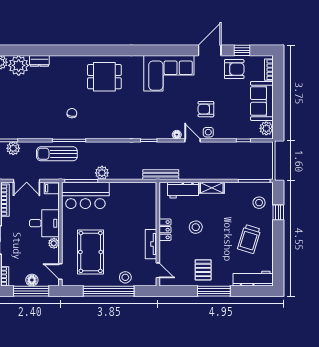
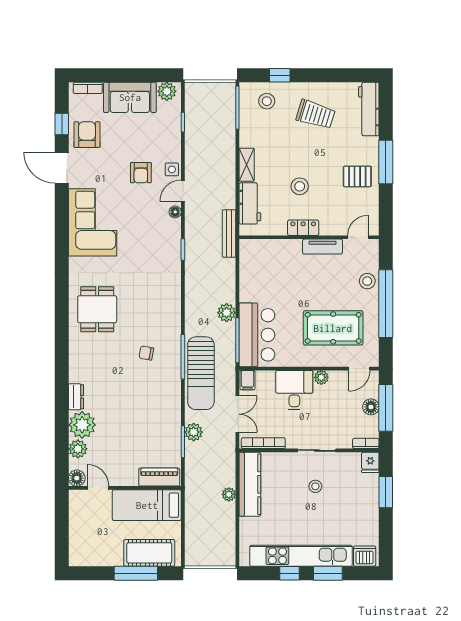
sun lounger: (57, 154) -> (201, 373), width x1.36, depth x1.34

